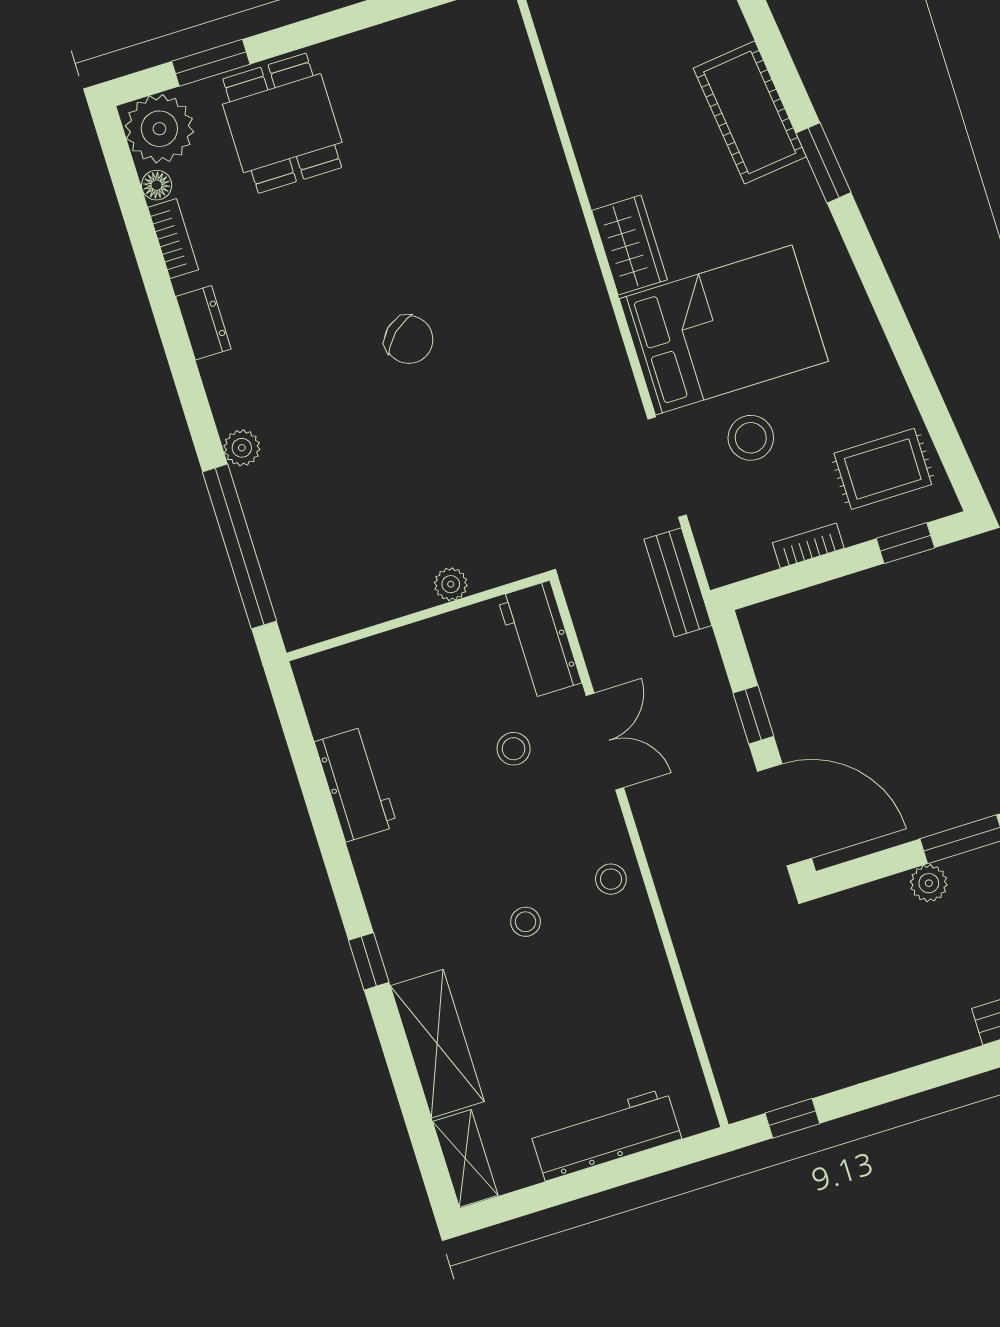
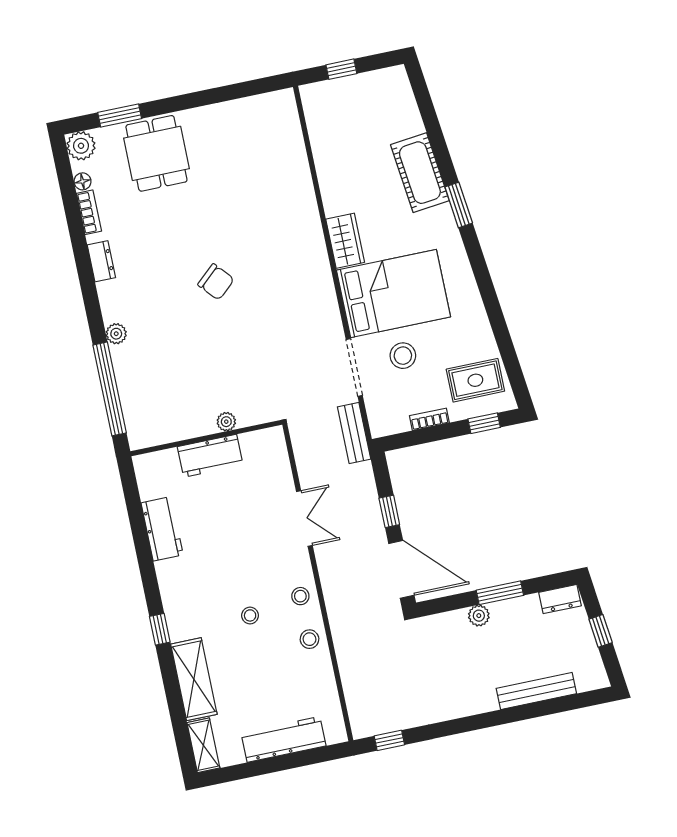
plant: (159, 129) -> (81, 146), width x0.73, depth x0.73
workbench: (539, 640) -> (210, 456), moved, turned -90
stool: (514, 749) -> (310, 639), moved

